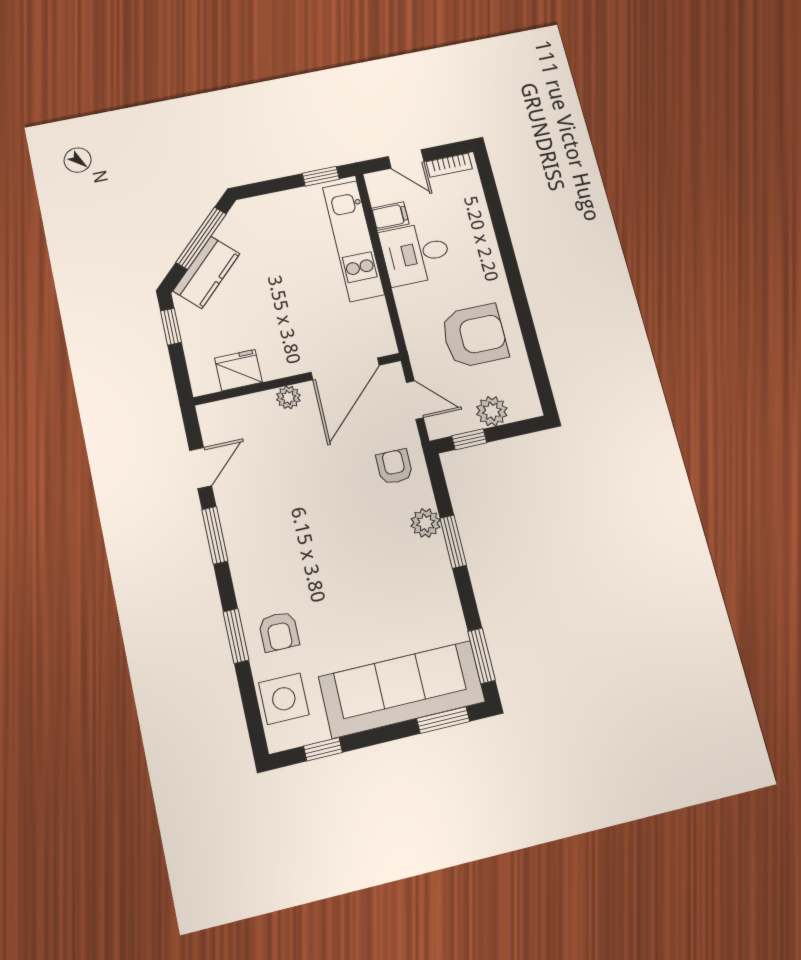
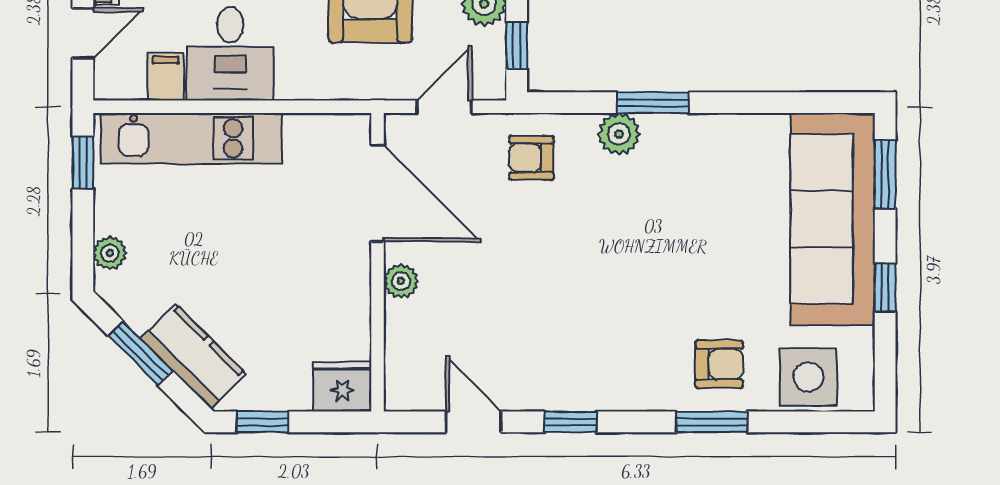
plant: (264, 205) -> (110, 253), added
window: (201, 238) -> (140, 353), width x0.69
fridge: (238, 370) -> (342, 387), moved, turned 90
window: (215, 535) -> (571, 422), width x0.67
window: (481, 656) -> (814, 103), removed
window: (323, 749) -> (885, 287), moved

